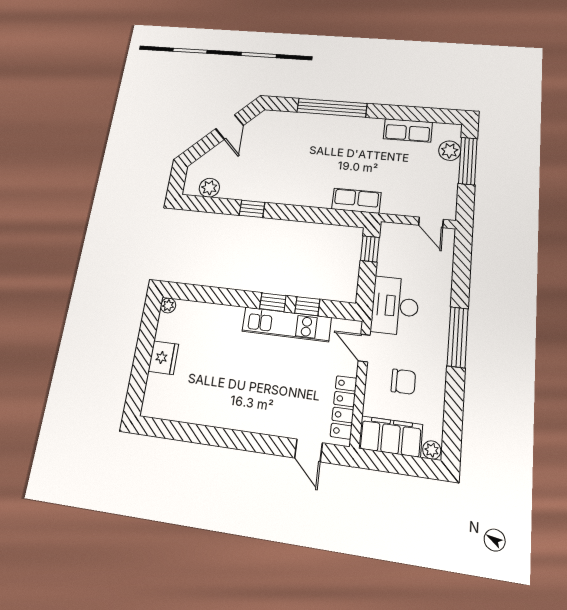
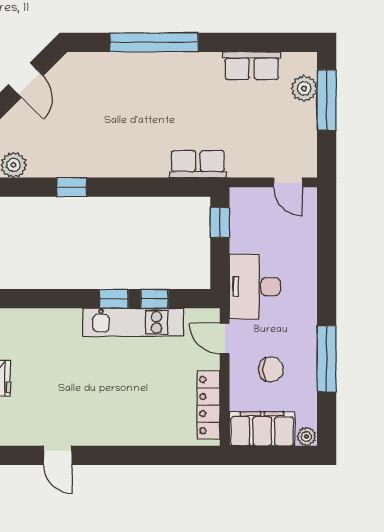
window: (458, 337) -> (327, 359), moved
door: (308, 450) -> (58, 455), moved

